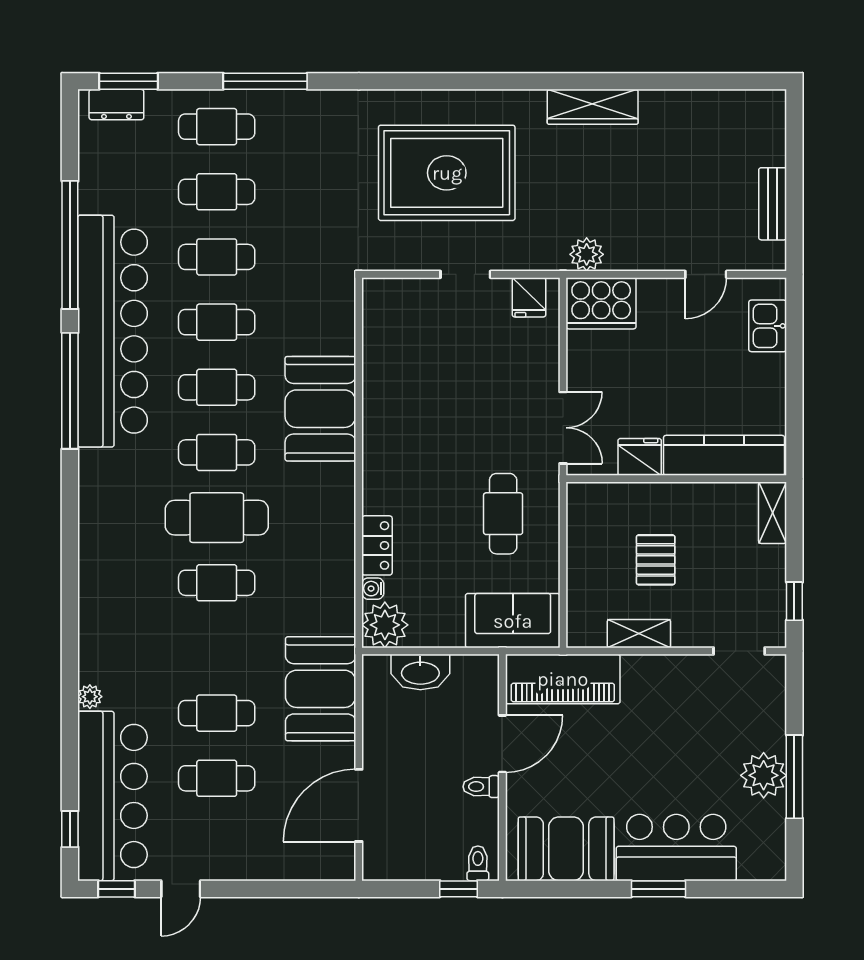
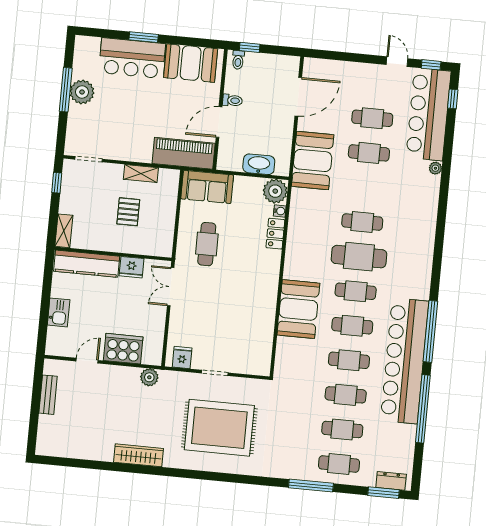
cooker: (601, 303) -> (123, 349), moved
kitchen sink: (768, 326) -> (59, 312), moved
door: (181, 889) -> (397, 62), hinge flipped

